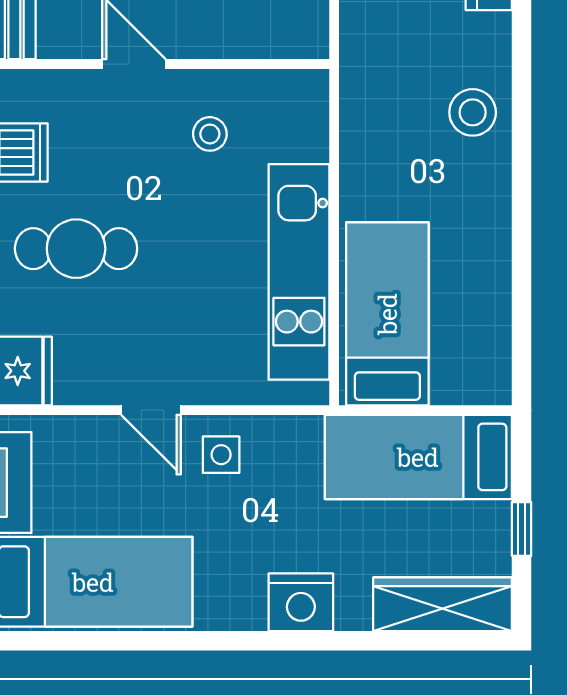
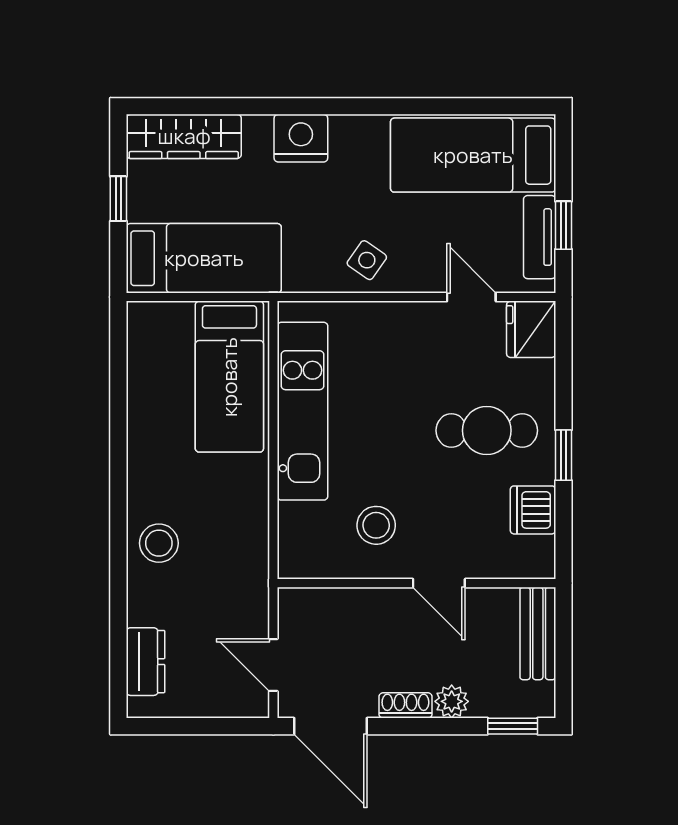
stool: (210, 134) -> (376, 525), width x1.37, depth x1.37
door: (151, 410) -> (471, 297), moved
side table: (221, 455) -> (367, 260), turned 35

